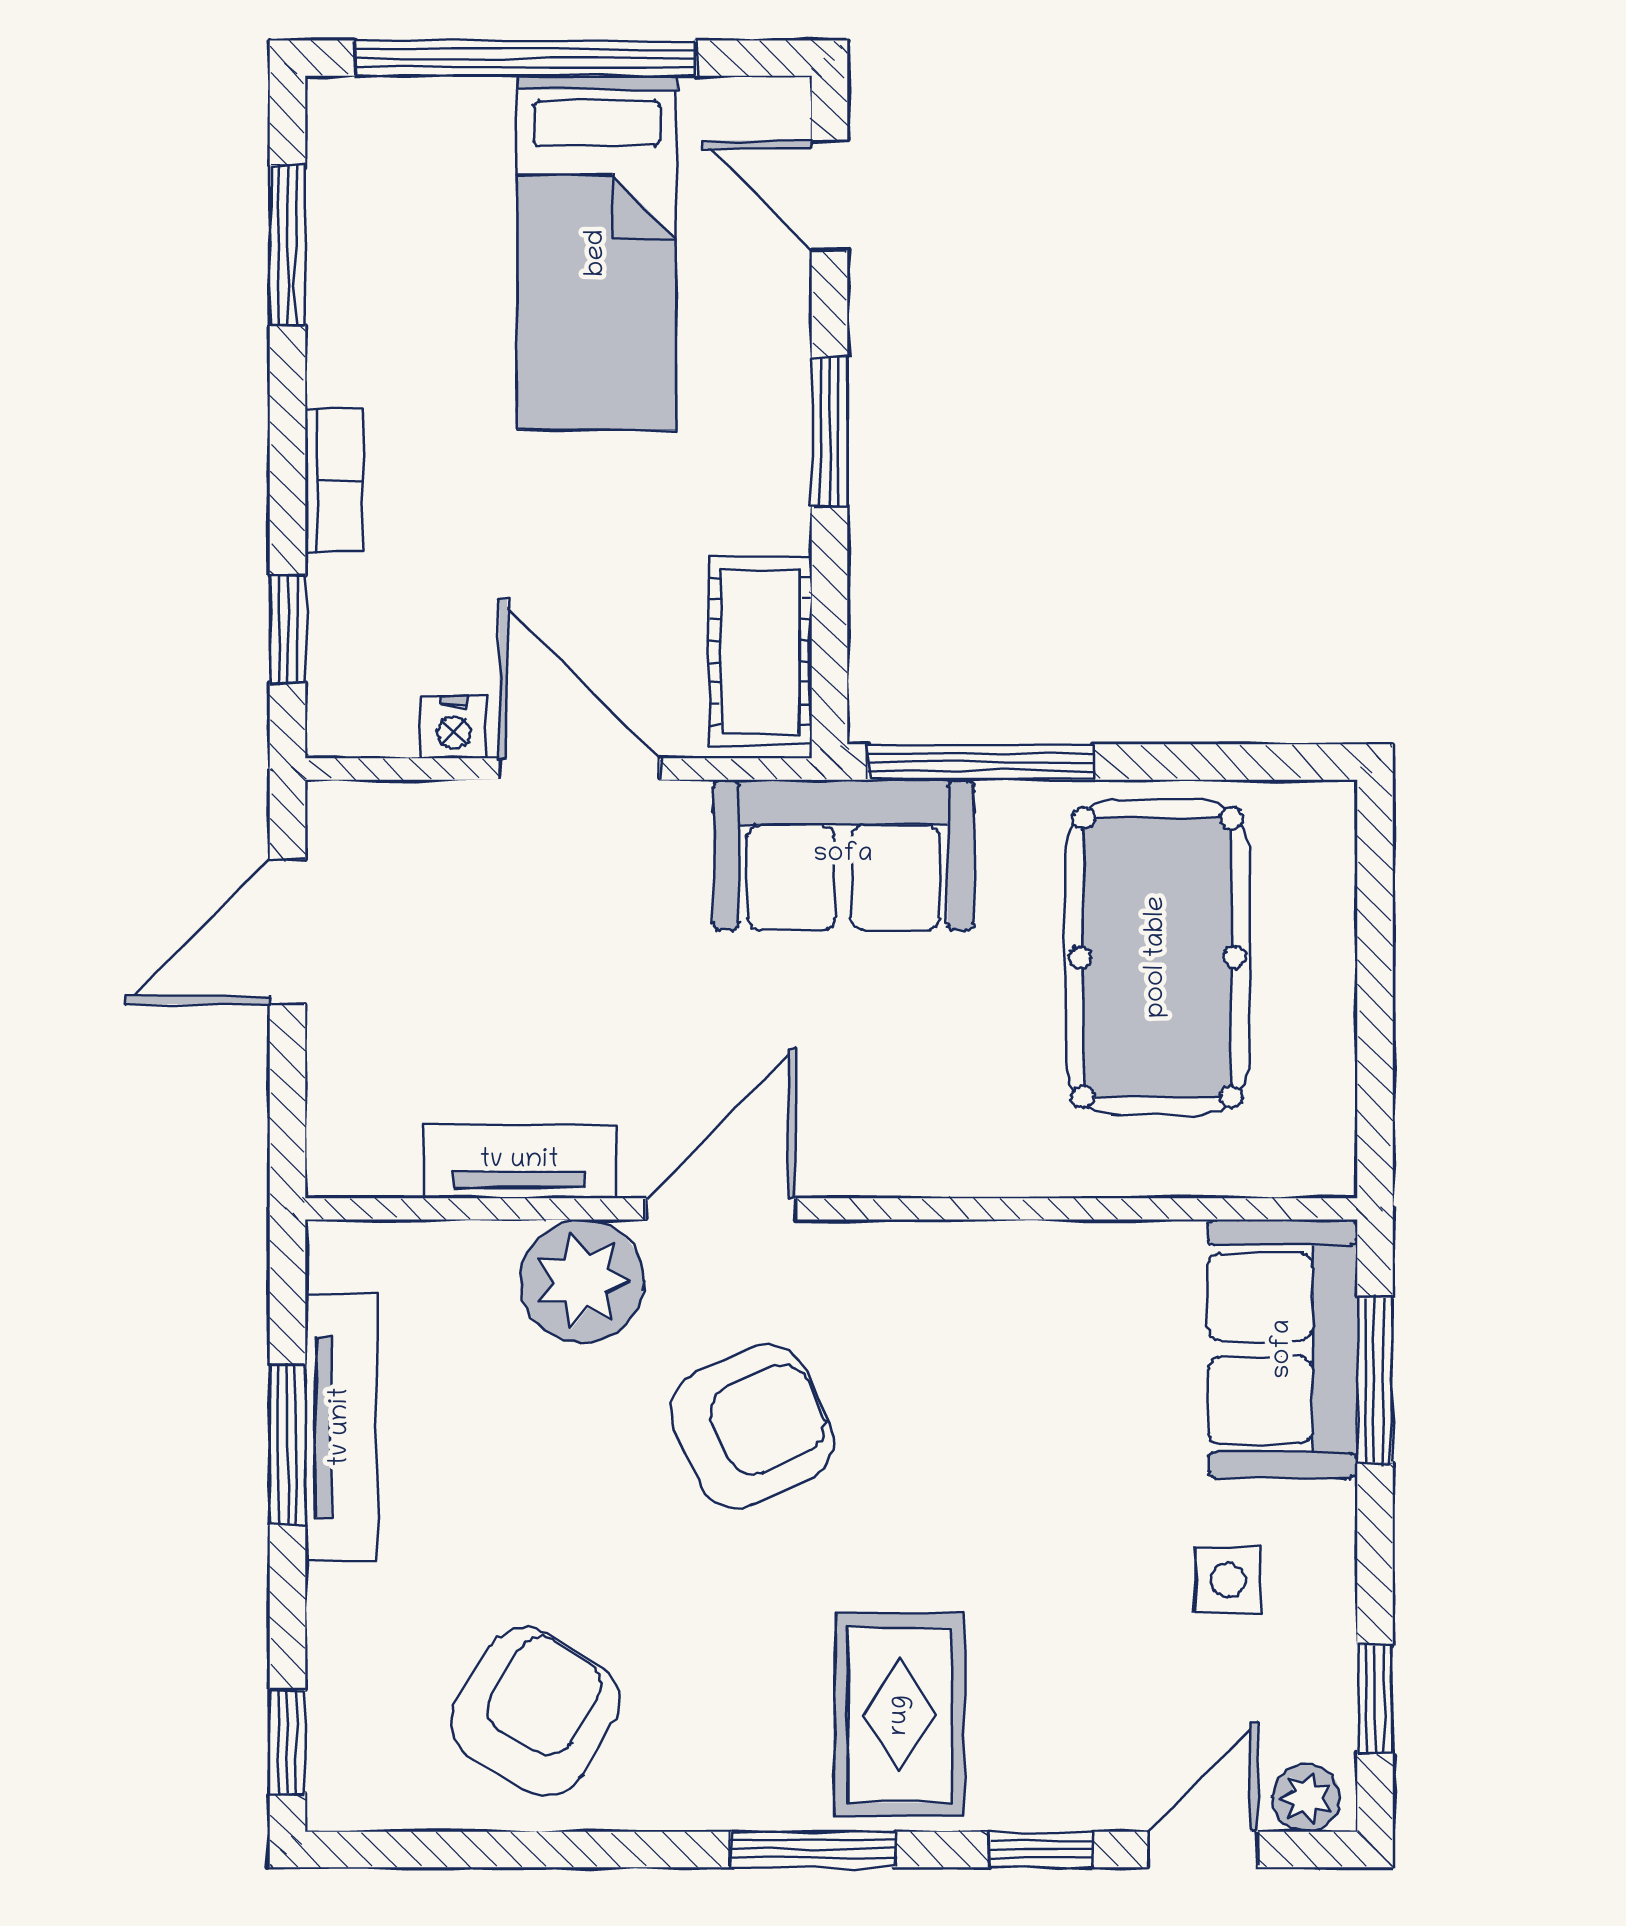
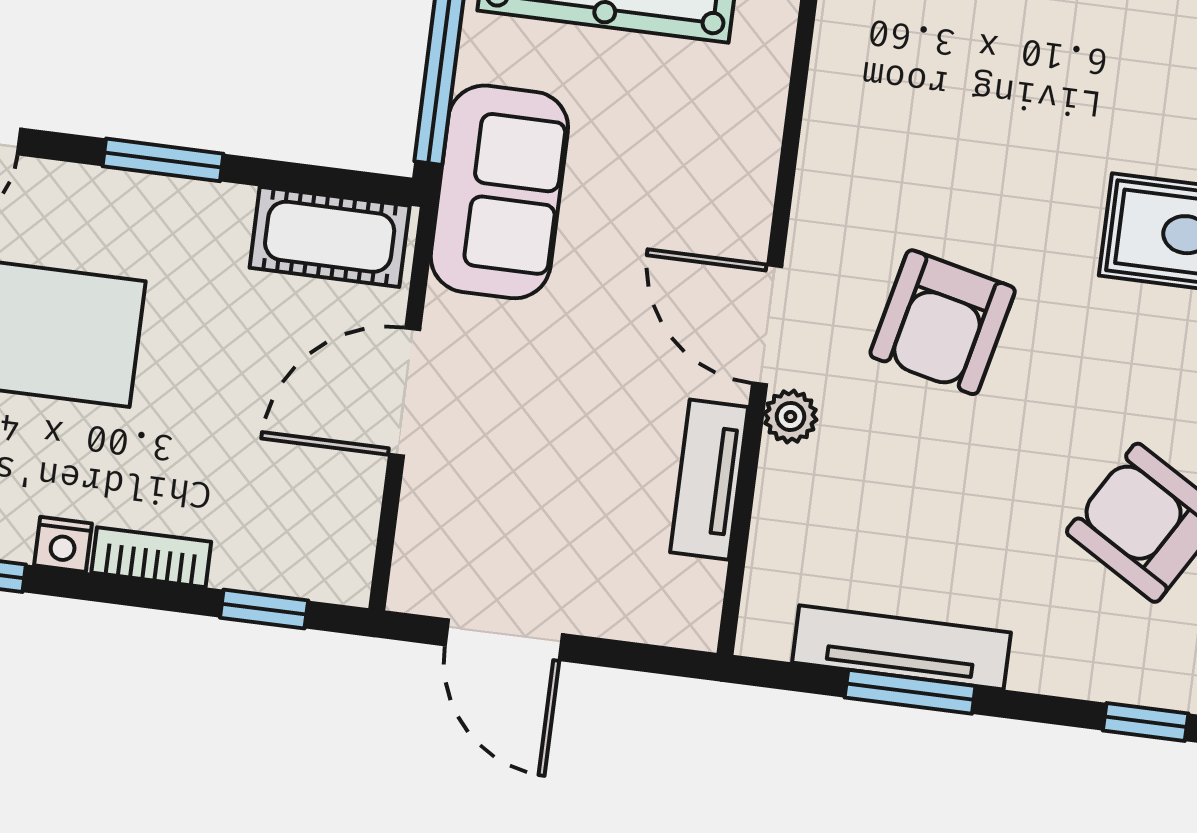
nightstand: (454, 728) -> (63, 544), moved, turned 90
plant: (582, 1281) -> (790, 417), width x0.53, depth x0.53
armchair: (752, 1426) -> (943, 322), turned -143

